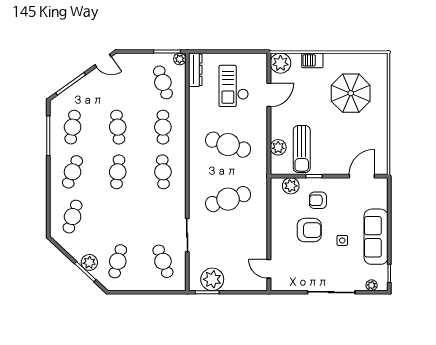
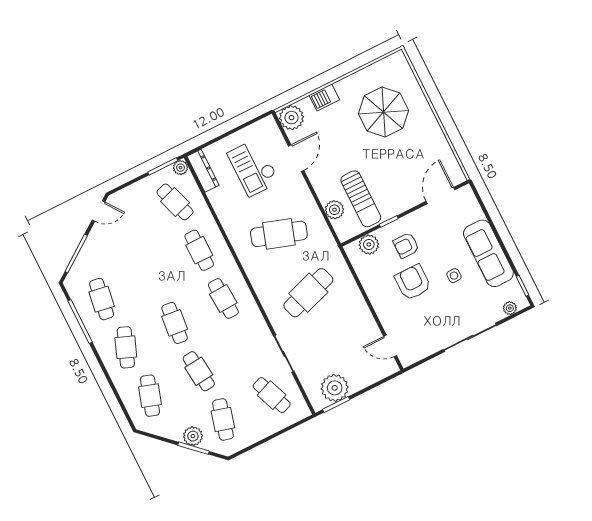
cafe table: (118, 127) -> (199, 371), moved
armchair: (309, 230) -> (413, 282), turned -90

